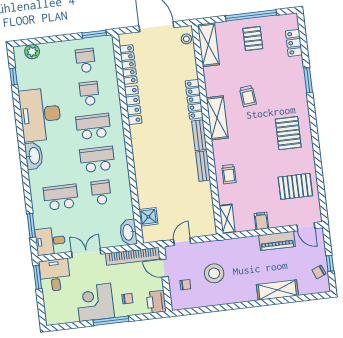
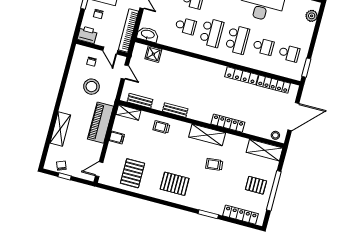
locker: (294, 43) -> (241, 215), width x1.53
bench: (199, 135) -> (140, 101), moved
piano: (277, 241) -> (100, 123), moved, width x1.37, depth x1.33
door: (164, 268) -> (110, 51), swing flipped

